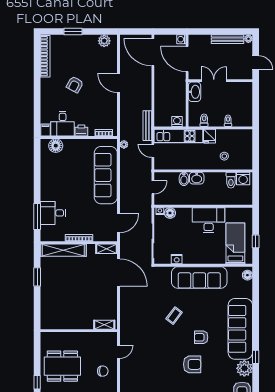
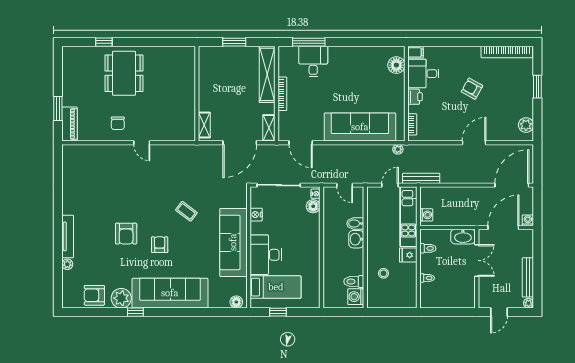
desk: (209, 220) -> (266, 255), moved, turned 180
shelving: (104, 325) -> (204, 125), moved
wall: (79, 331) -> (197, 94), moved

